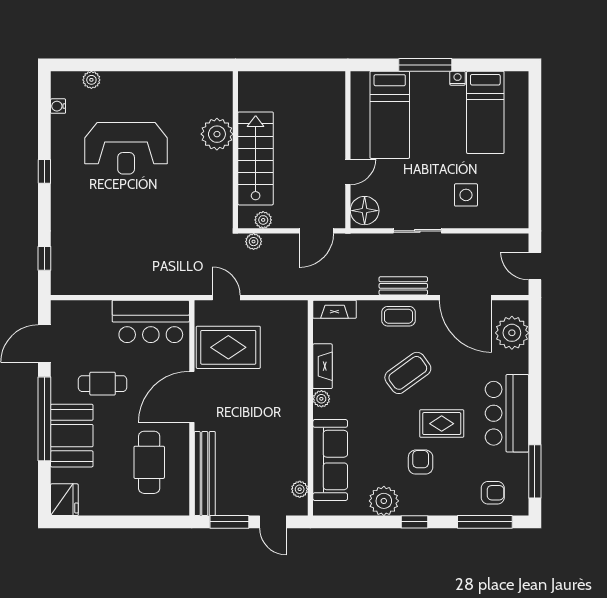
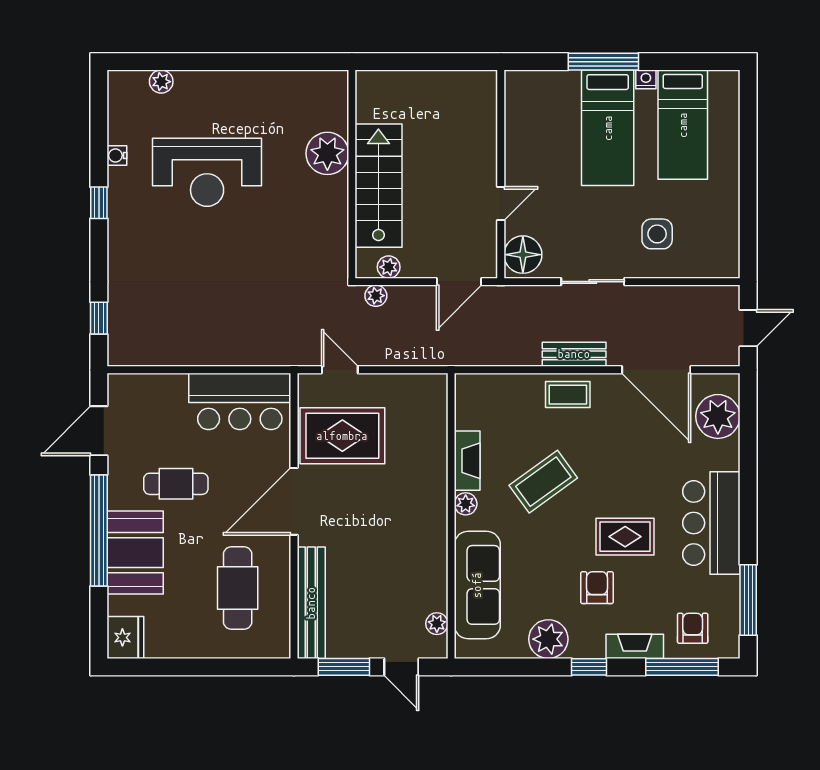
water cooler: (58, 106) -> (117, 155), moved
bed: (390, 115) -> (608, 128), moved
door: (535, 266) -> (748, 328), swing flipped
fireplace: (335, 309) -> (635, 646), moved, turned 180
coffee table: (408, 373) -> (543, 482), moved
armchair: (493, 493) -> (693, 628), turned -90

